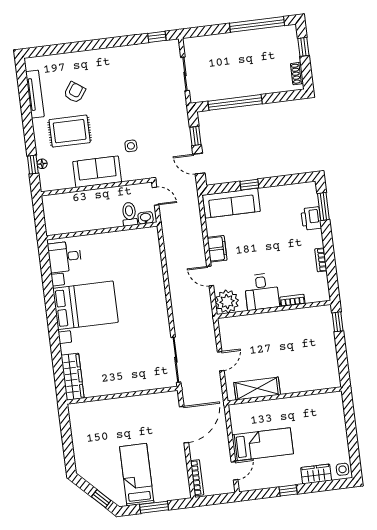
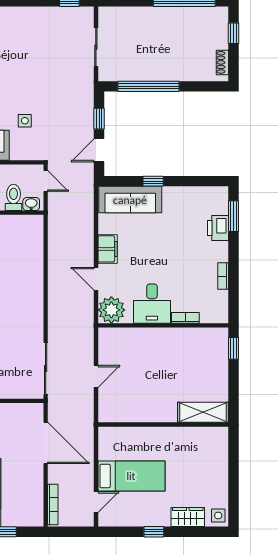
door: (199, 164) -> (99, 150), hinge flipped
shelving: (257, 389) -> (203, 412), moved
door: (184, 425) -> (46, 443), hinge flipped

